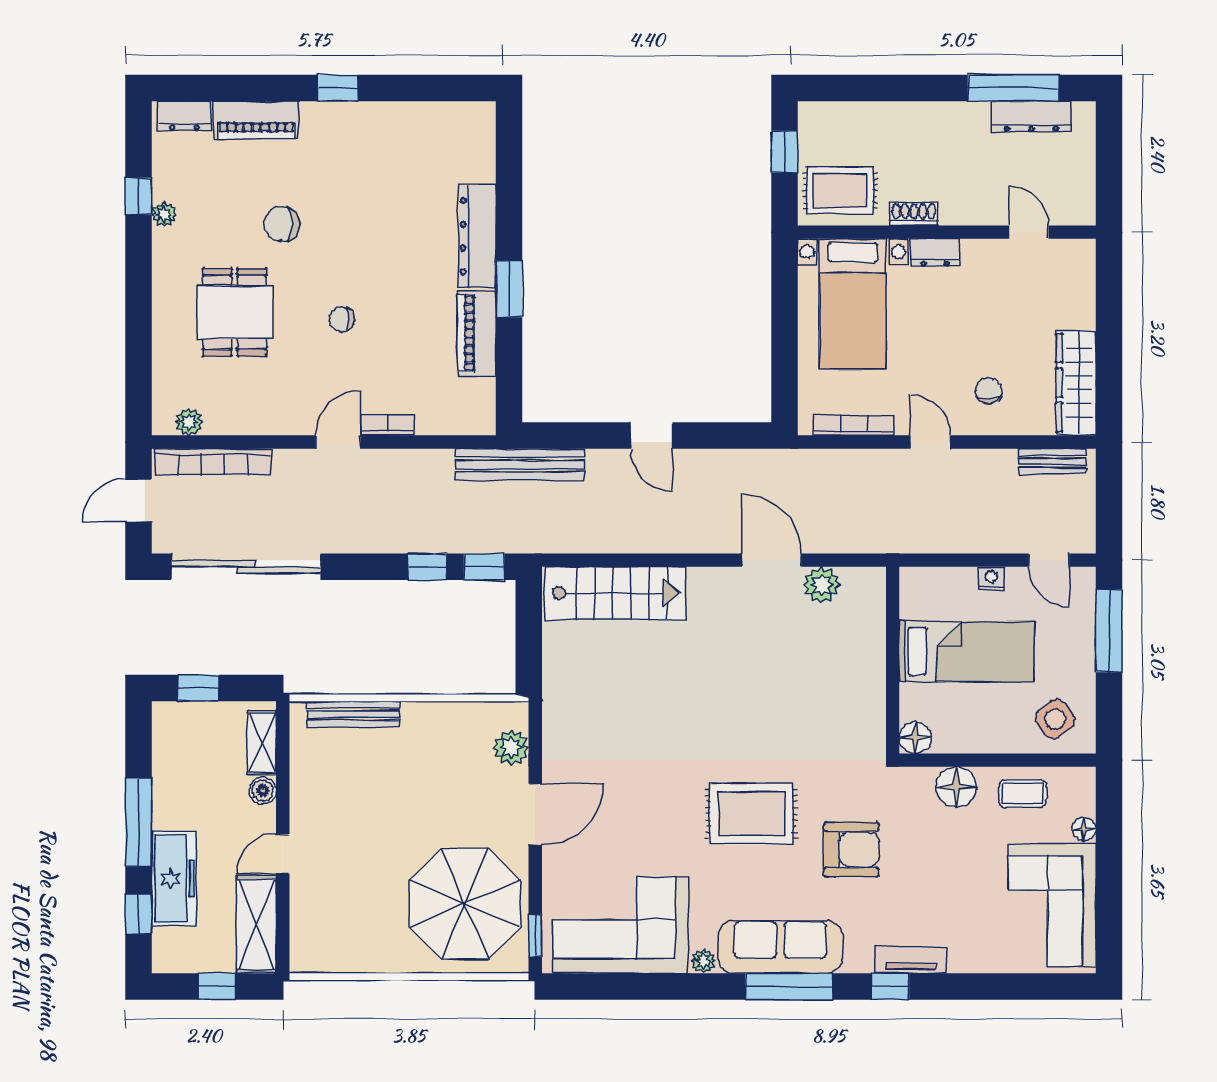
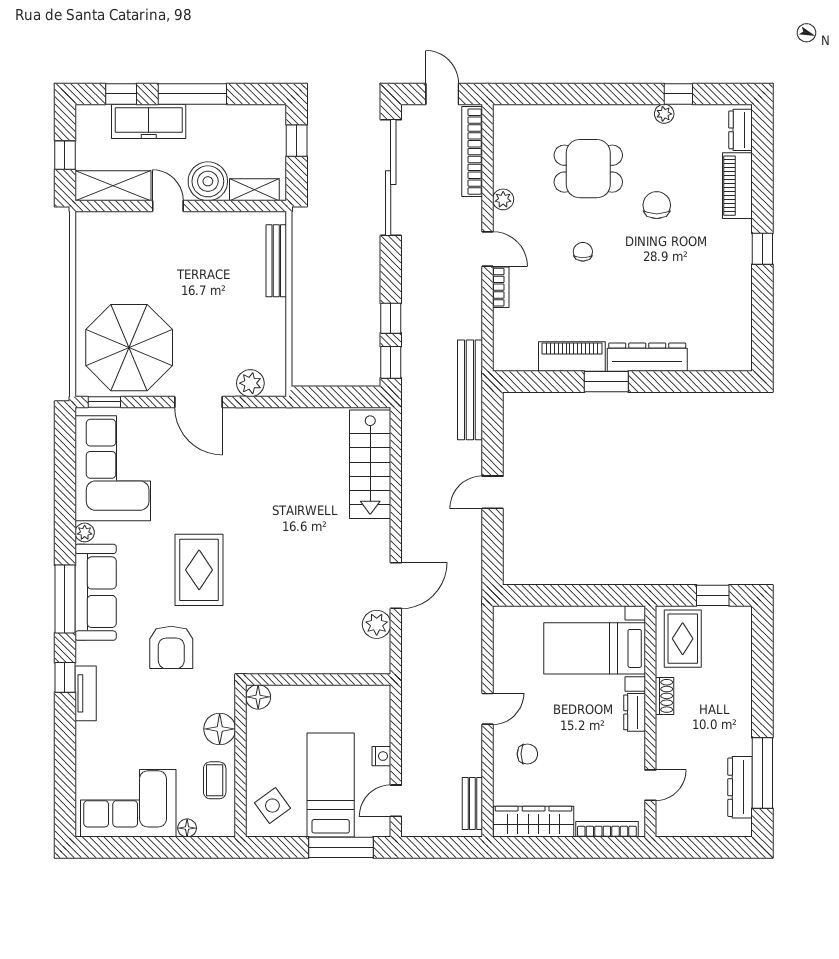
plant: (189, 422) -> (503, 199), moved
bookcase: (854, 425) -> (607, 829), moved, turned -90
bed: (966, 651) -> (331, 785), moved, turned 180
boiler: (263, 791) -> (208, 181), width x1.86, depth x1.86

